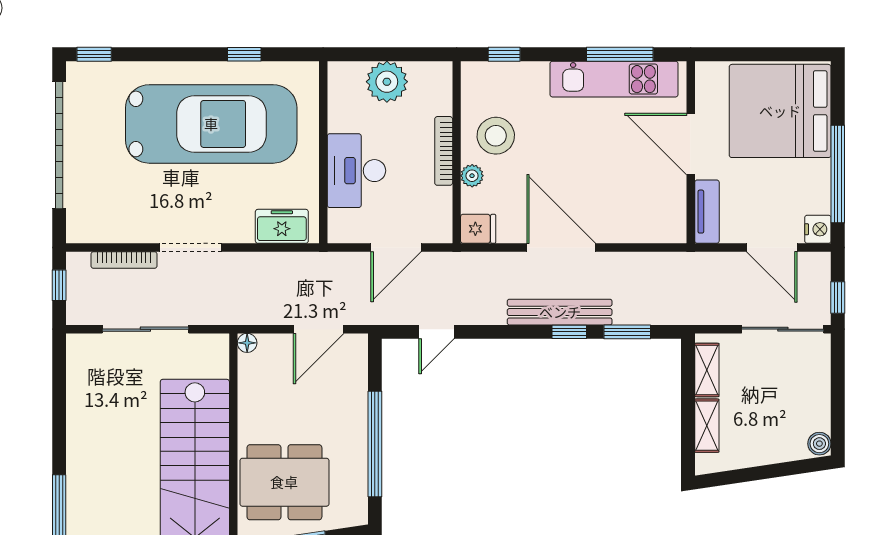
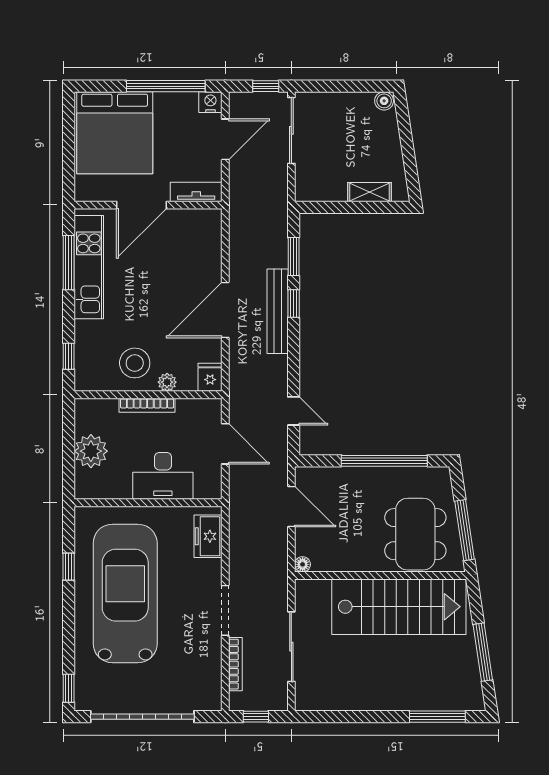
shelving: (707, 370) -> (324, 192), removed

